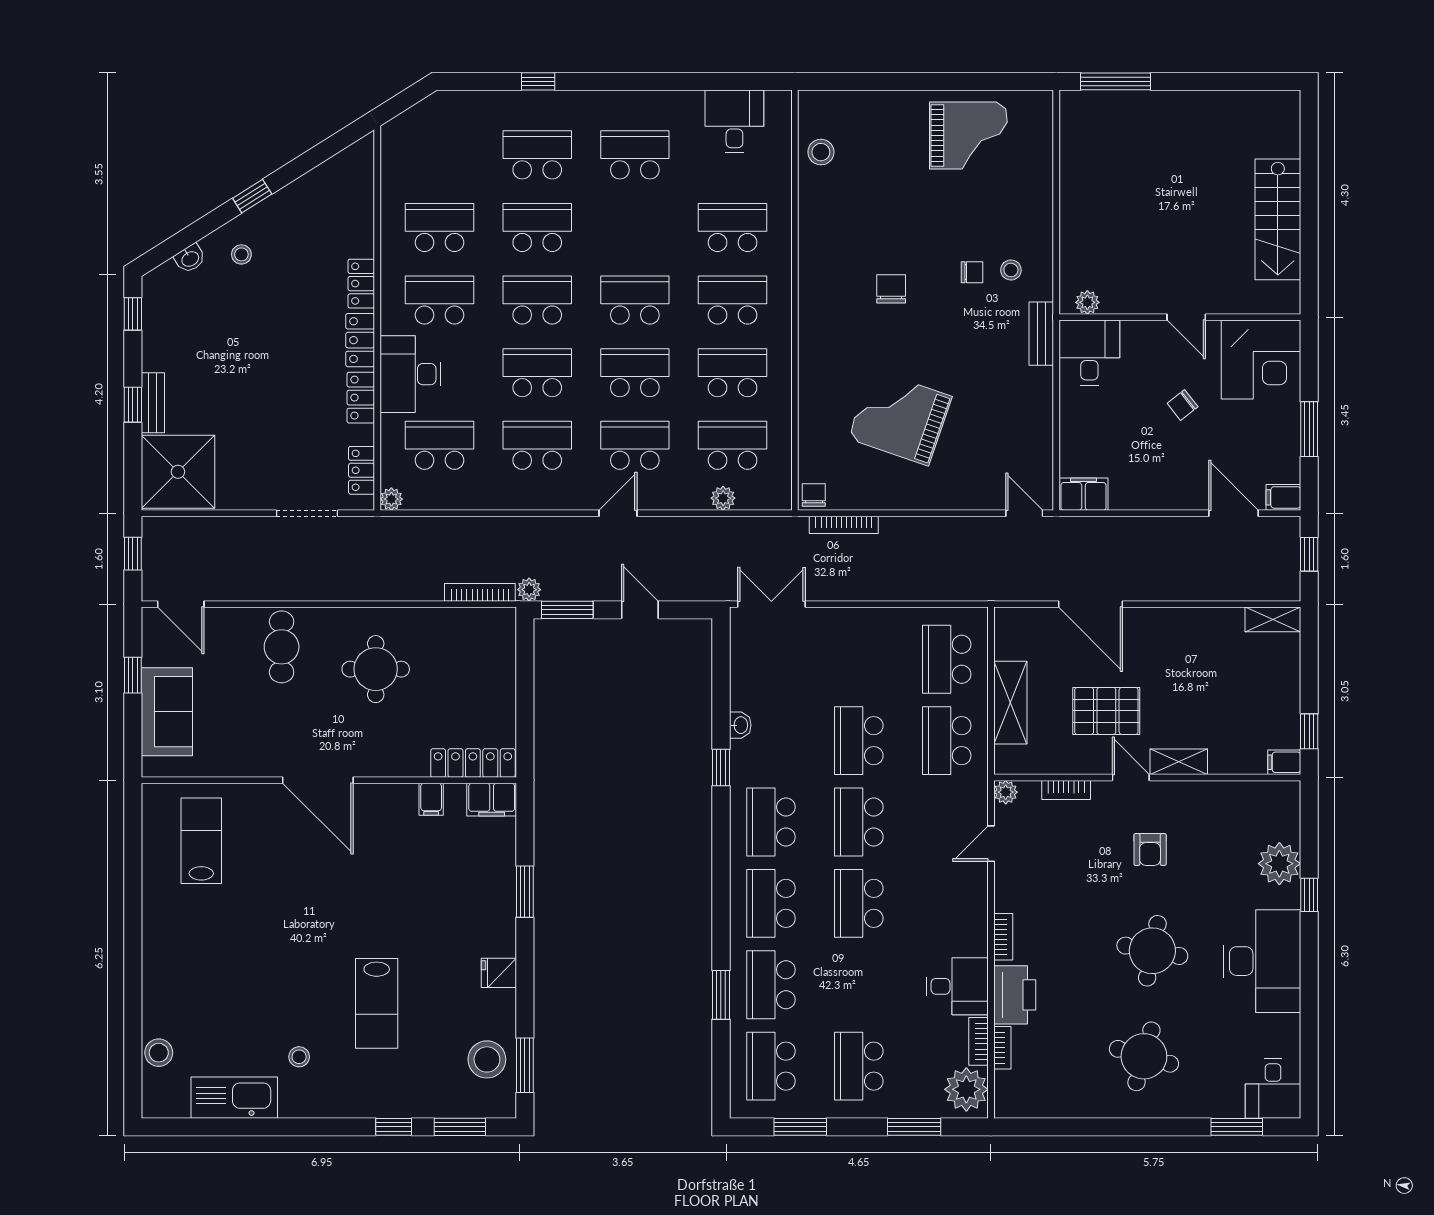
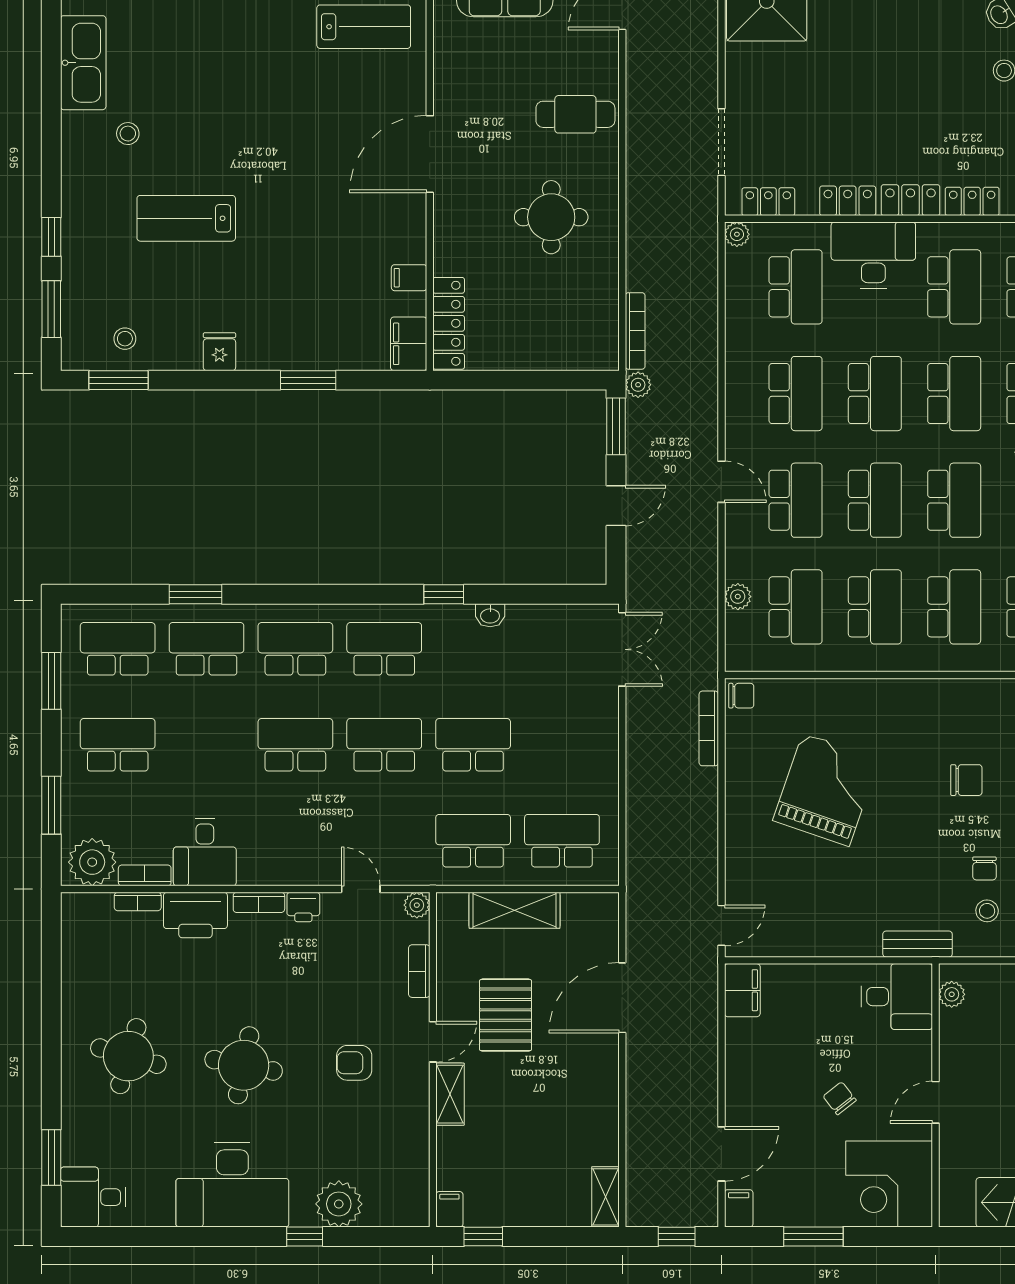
printer: (1007, 896) -> (303, 907), added
stool: (487, 1059) -> (125, 339), width x0.53, depth x0.53

